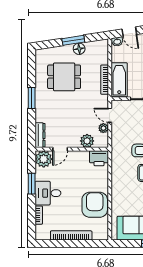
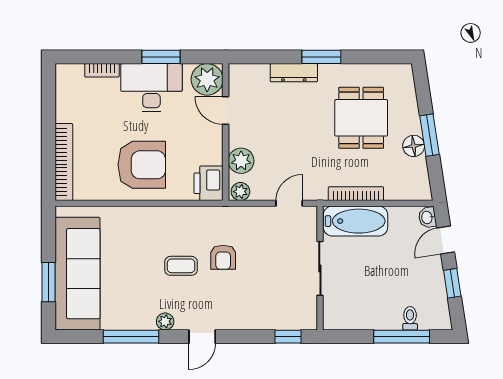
plant: (103, 128) -> (240, 192), moved
dresser: (40, 135) -> (294, 73), moved
desk: (48, 193) -> (151, 88), width x1.37
armchair: (95, 205) -> (142, 165), moved
bookcase: (71, 235) -> (64, 162), moved

